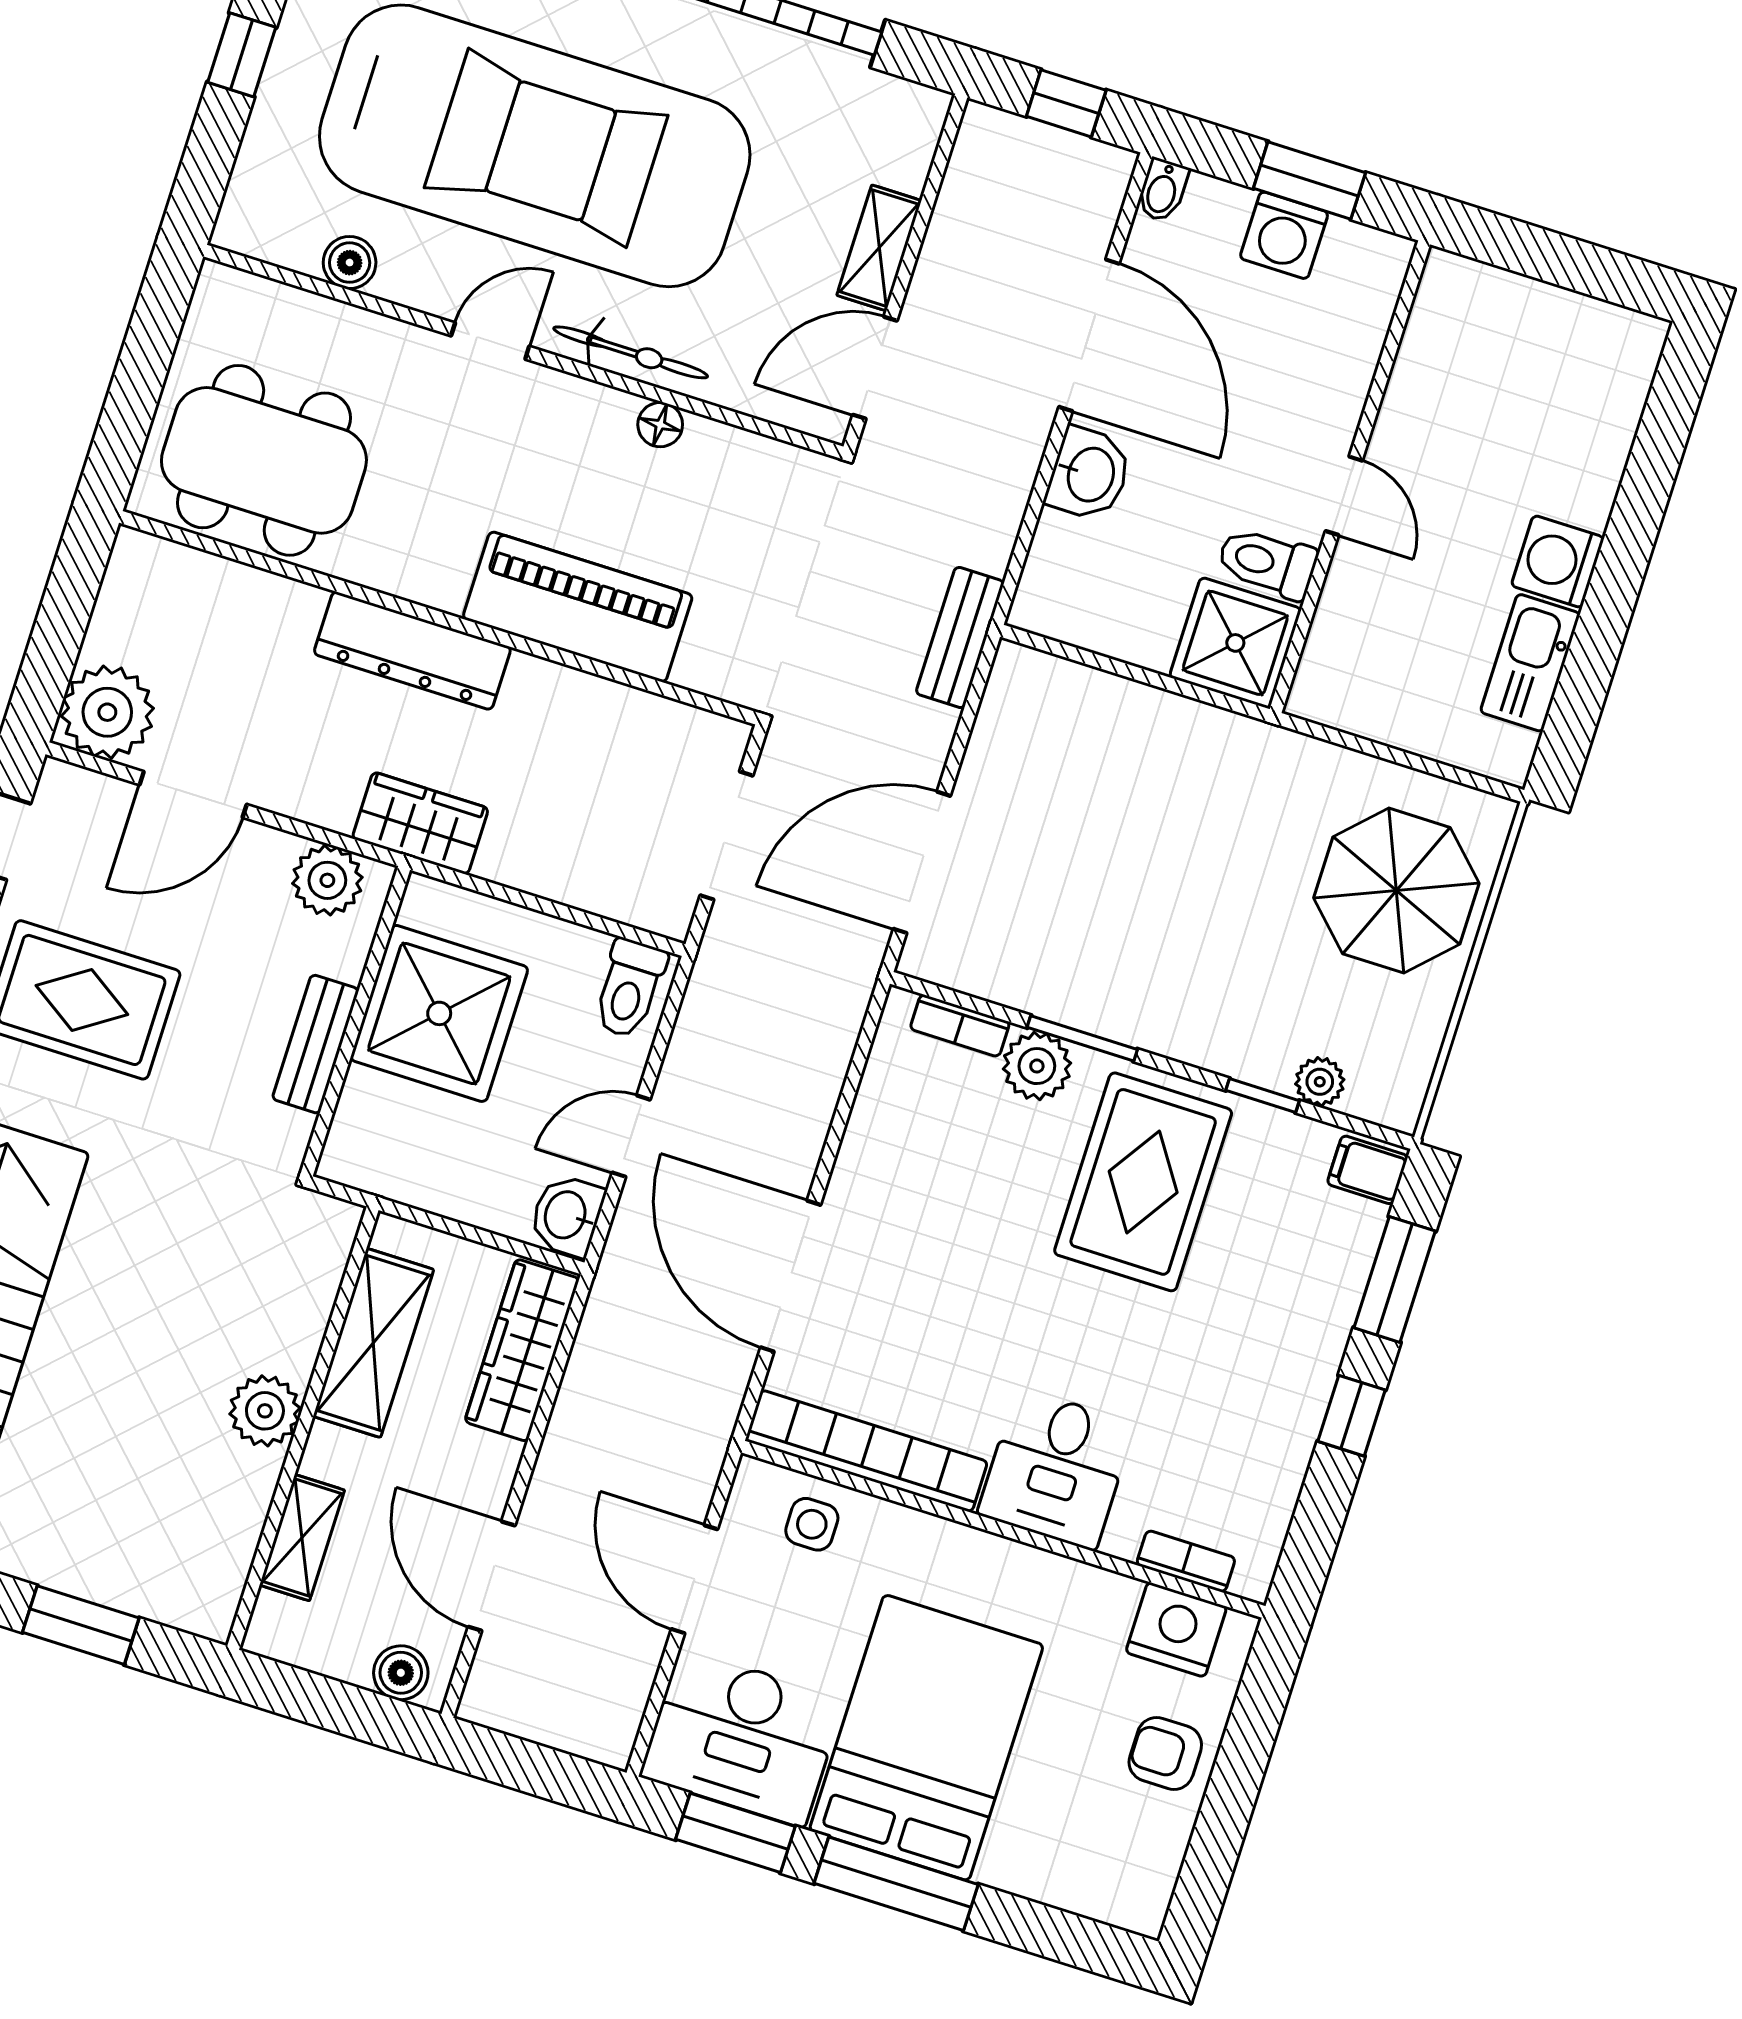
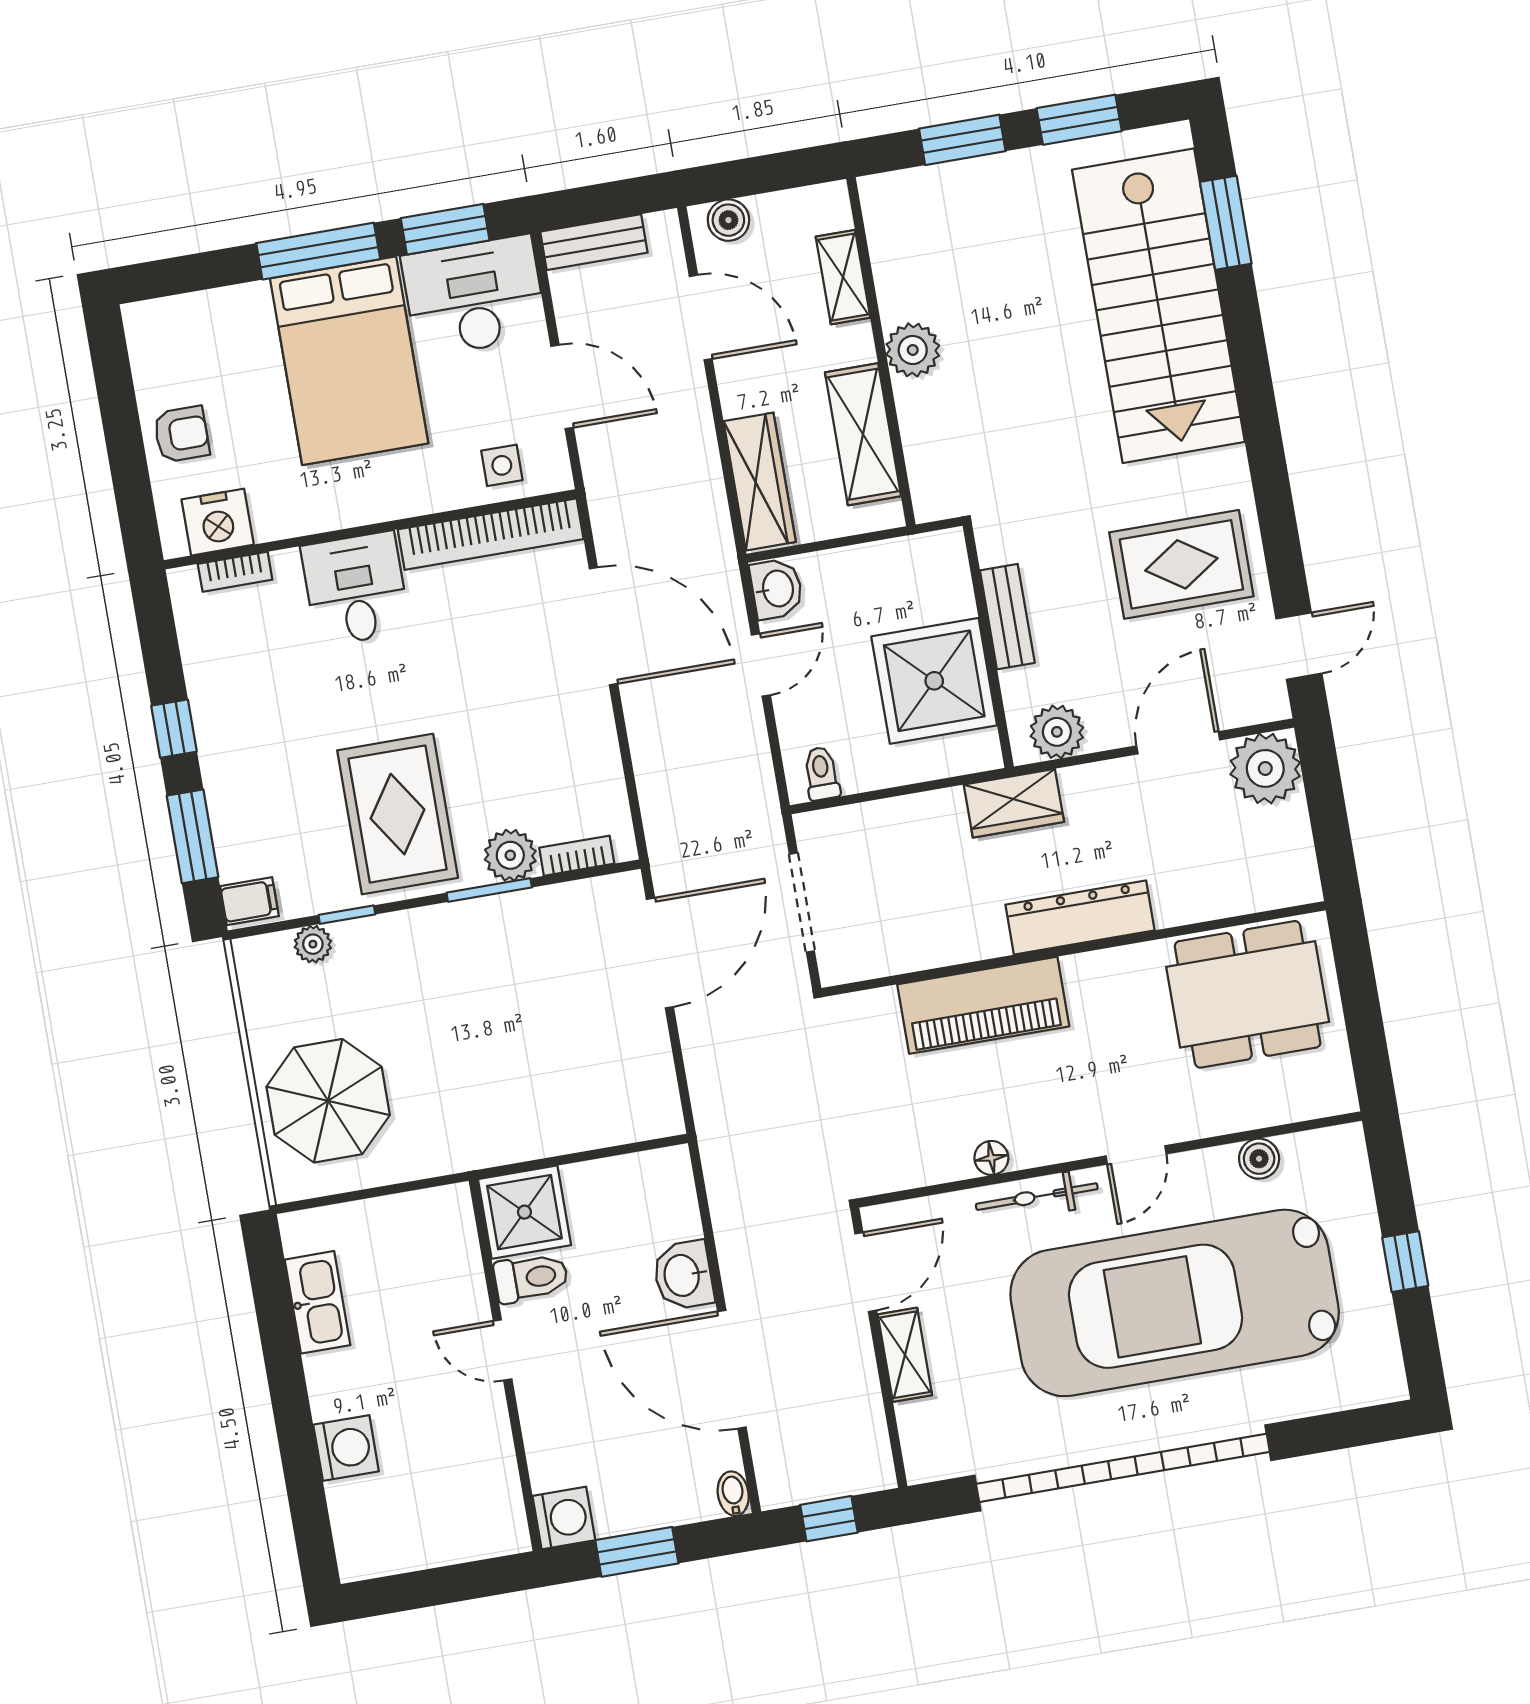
washing machine: (1284, 235) -> (564, 1518), moved, turned 90
washing machine: (1558, 562) -> (346, 1448), moved
bench: (960, 637) -> (594, 242), moved, turned 90
toilet: (629, 988) -> (821, 773), width x0.73, depth x0.72

